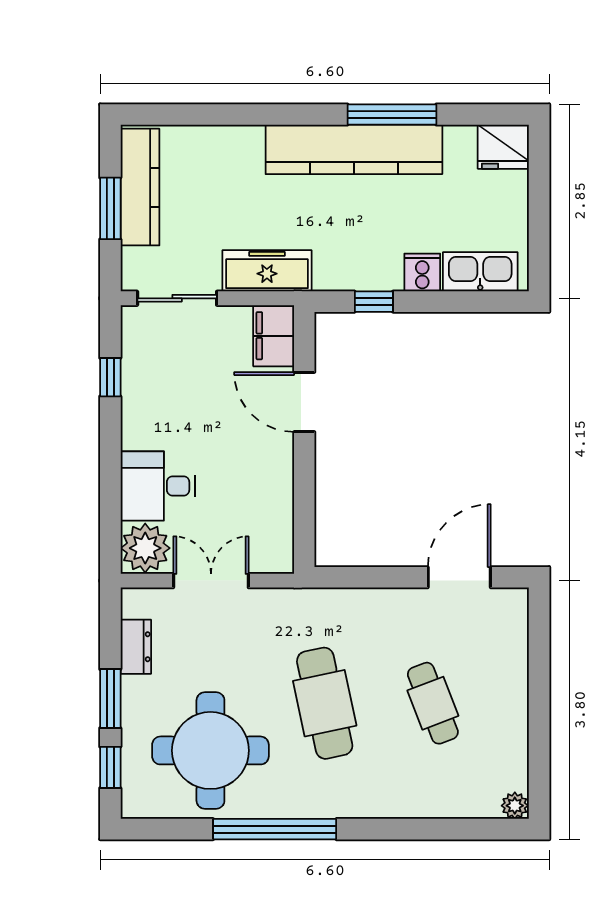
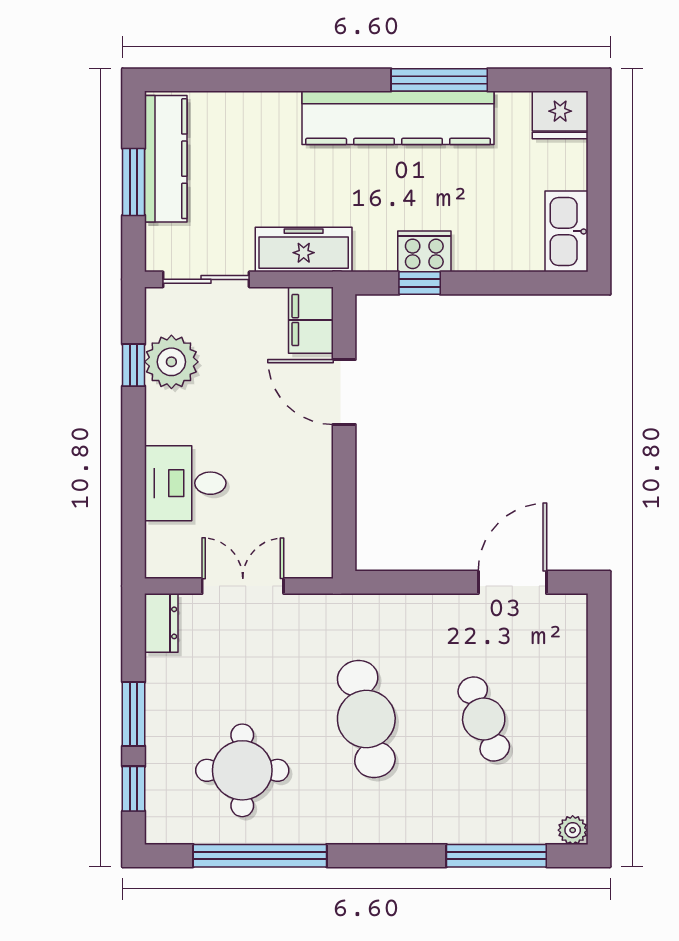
kitchen sink: (480, 272) -> (567, 231), moved, turned -90
cooker: (422, 273) -> (424, 251), moved, width x1.36
plant: (145, 548) -> (171, 362), moved
dresser: (136, 647) -> (161, 623), moved
round table: (210, 750) -> (242, 770), width x0.73, depth x0.73
window: (275, 829) -> (260, 856), moved
window: (445, 829) -> (496, 856), added

